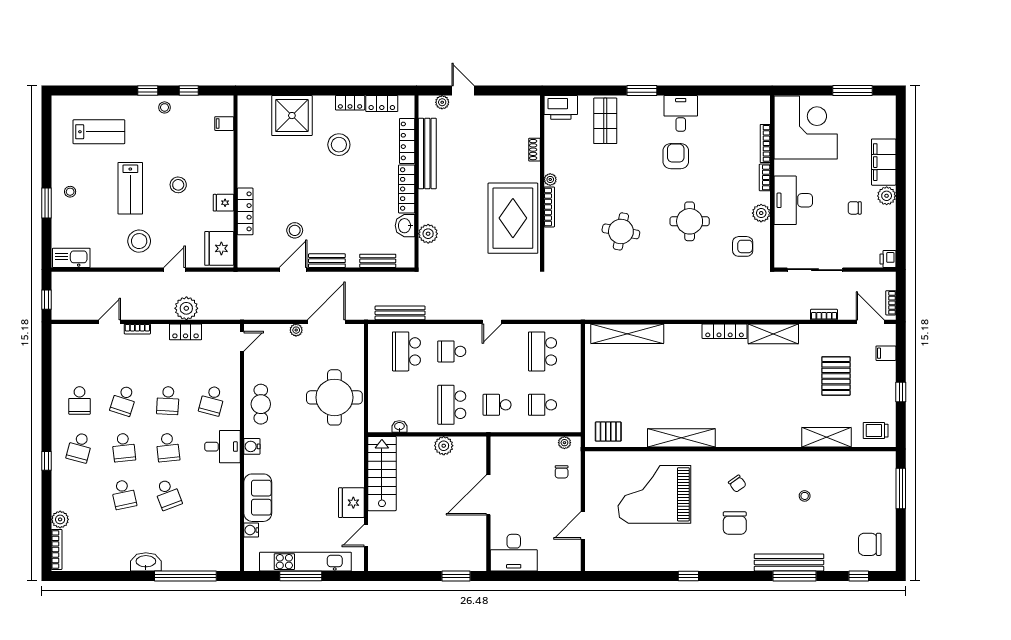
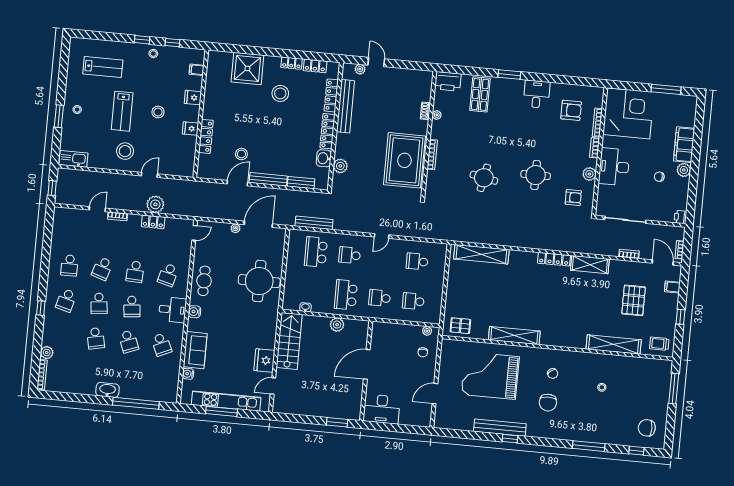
armchair: (676, 156) -> (571, 110), moved, turned 90
plant: (550, 179) -> (437, 115), moved
fridge: (219, 248) -> (193, 98), moved, width x0.53, depth x0.75
bench: (327, 261) -> (268, 179), width x1.36
school desk: (542, 351) -> (417, 261), width x0.54
shelving: (826, 437) -> (614, 344), width x1.47
school desk: (212, 494) -> (161, 345), added
bench: (789, 562) -> (500, 428), moved

